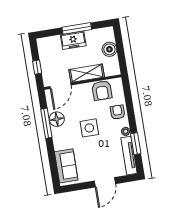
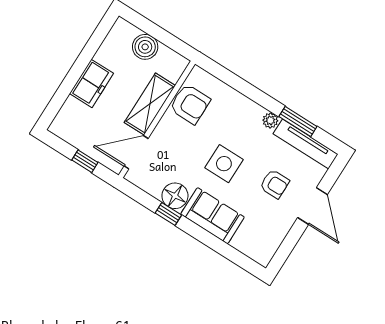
window: (77, 28) -> (80, 65), removed
door: (61, 86) -> (136, 152), swing flipped
armchair: (118, 112) -> (275, 184), moved, turned 180
window: (46, 123) -> (168, 214), width x0.46
sofa: (66, 166) -> (212, 216), moved

